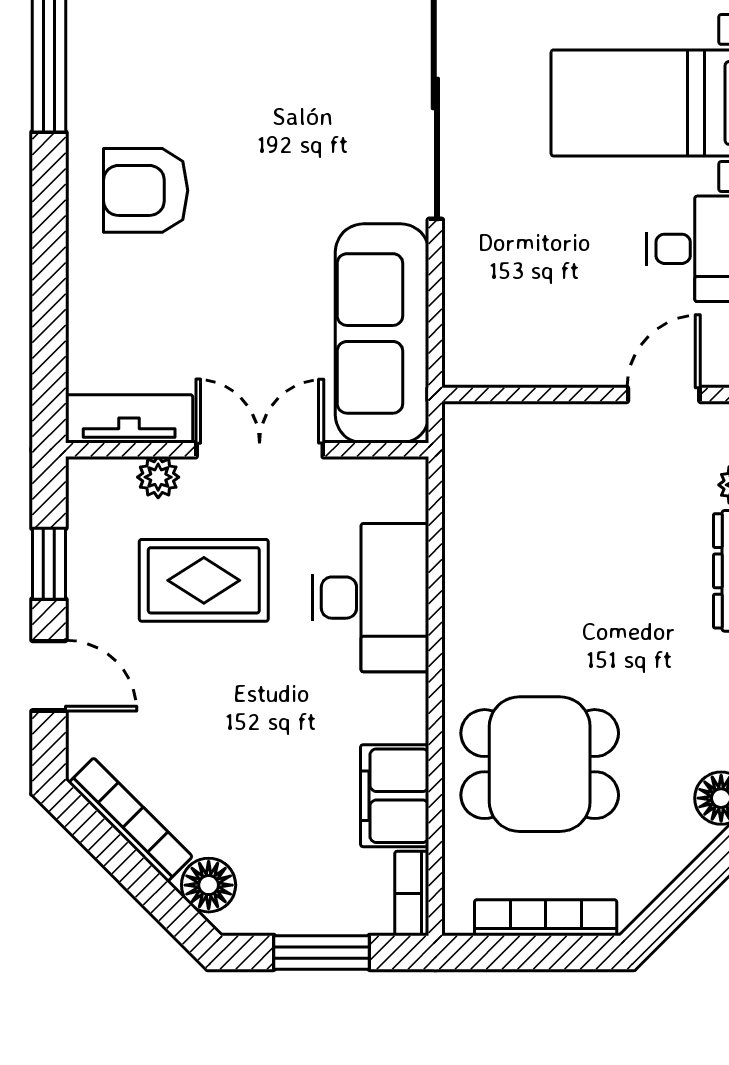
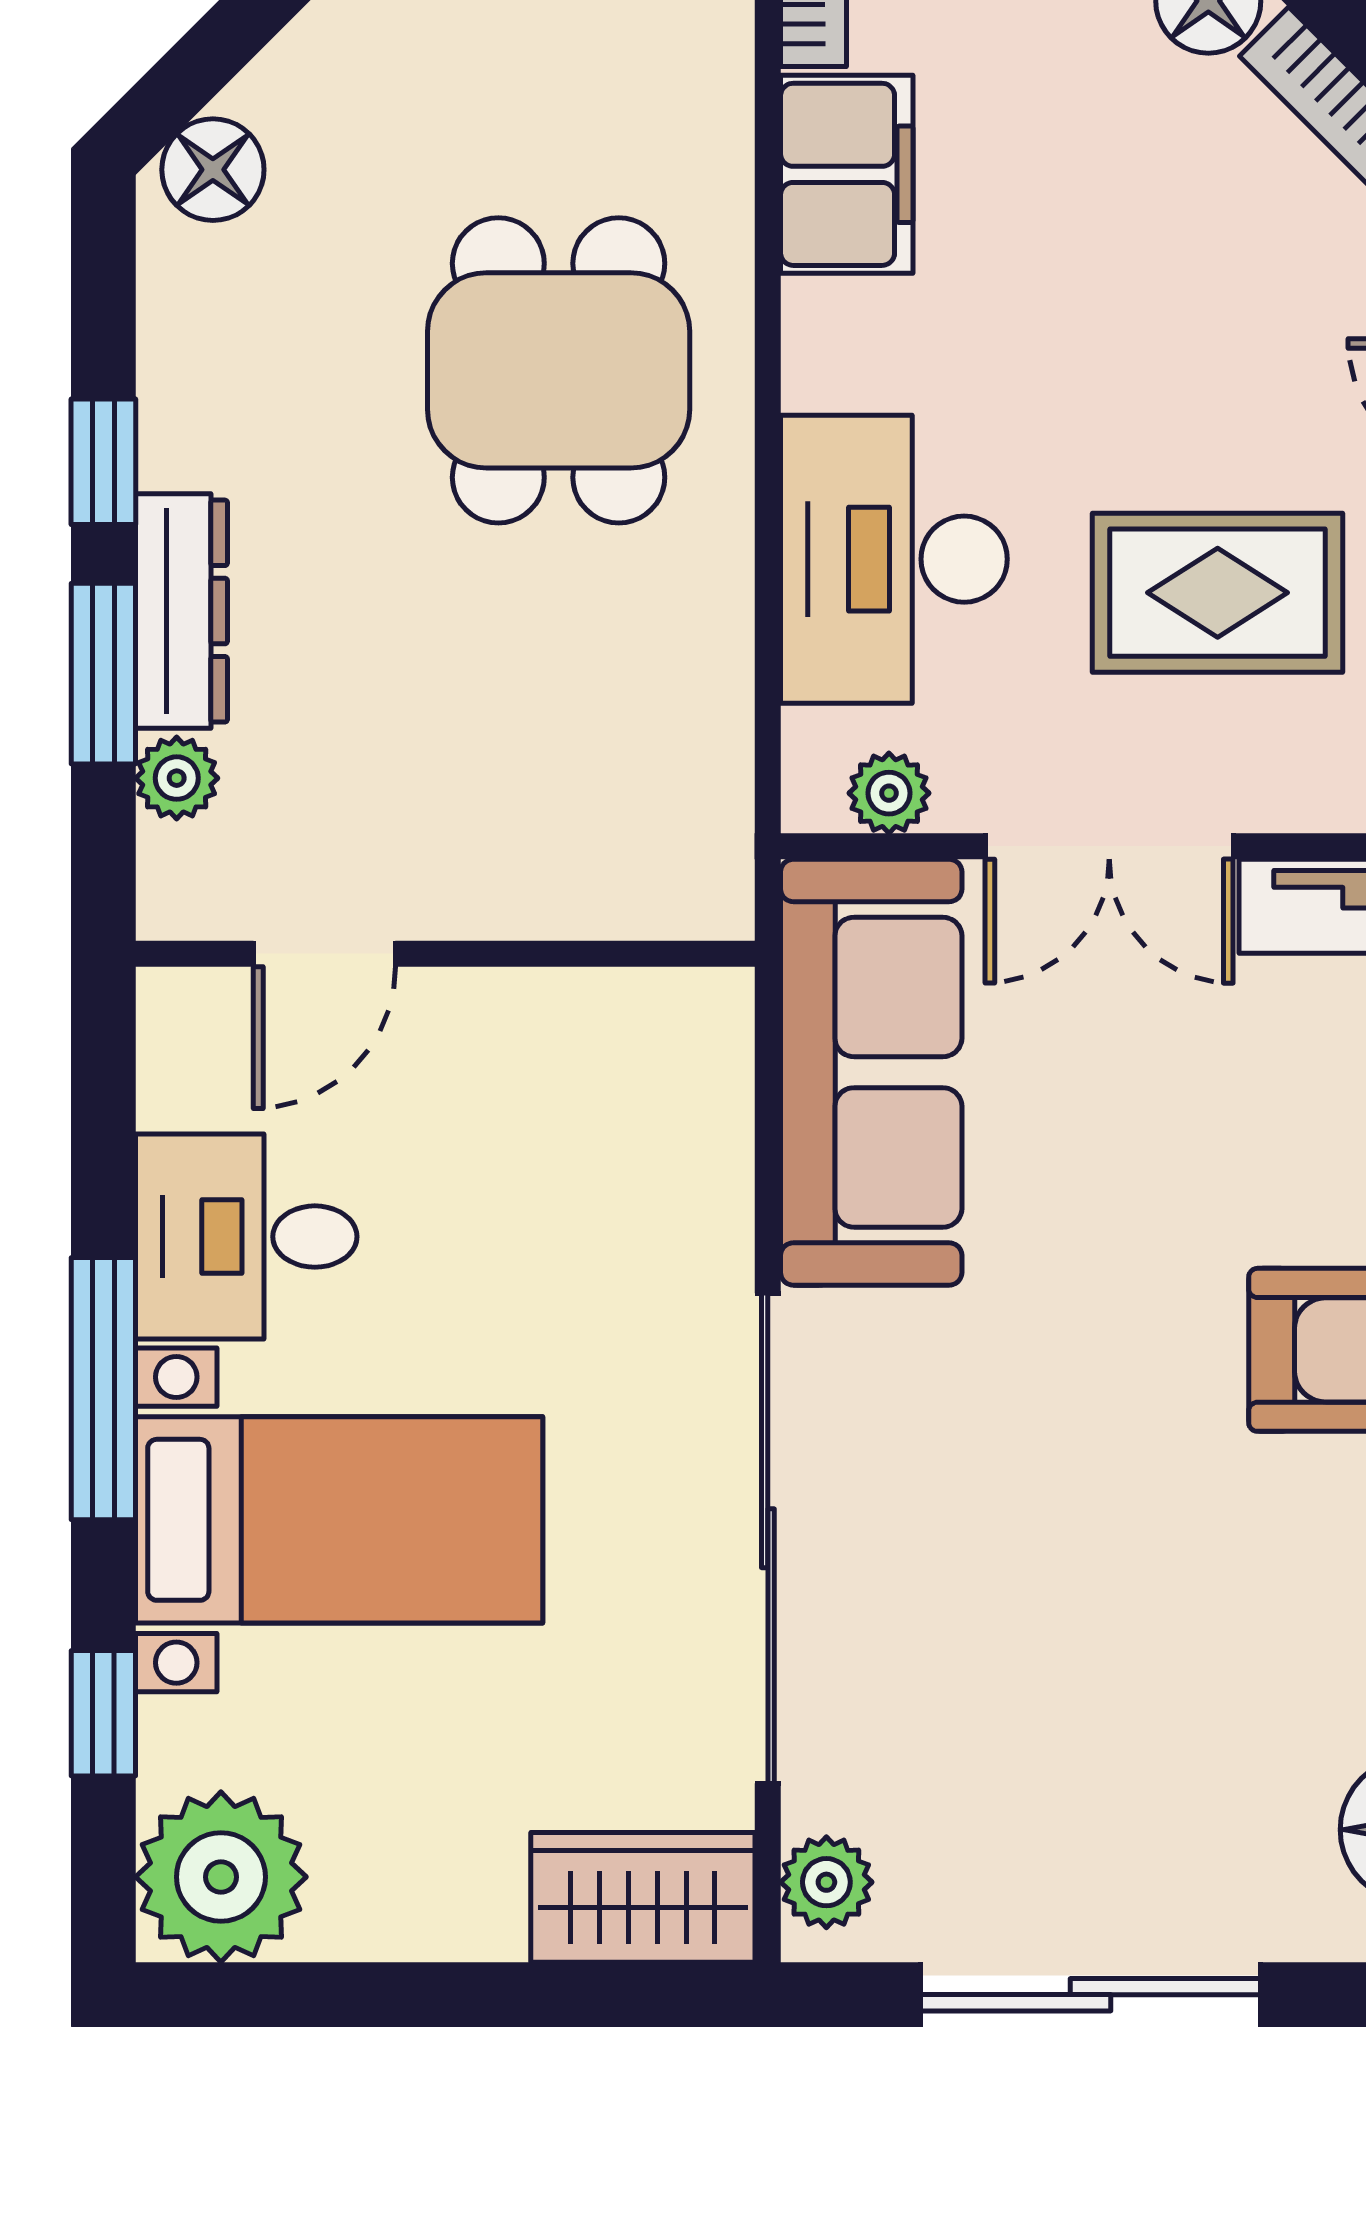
plant: (158, 477) -> (889, 793), moved
dining table: (540, 764) -> (559, 370), moved, turned 90

